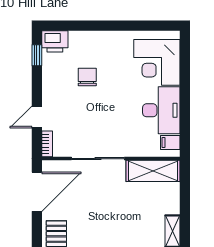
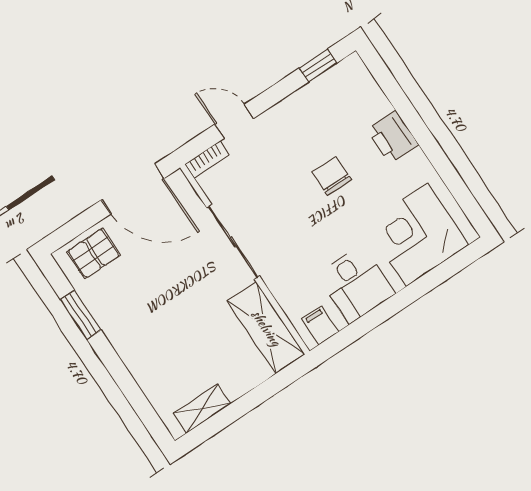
printer: (55, 41) -> (393, 137), moved
chair: (87, 77) -> (332, 176), moved, turned -90
desk: (161, 110) -> (356, 284), width x0.73

